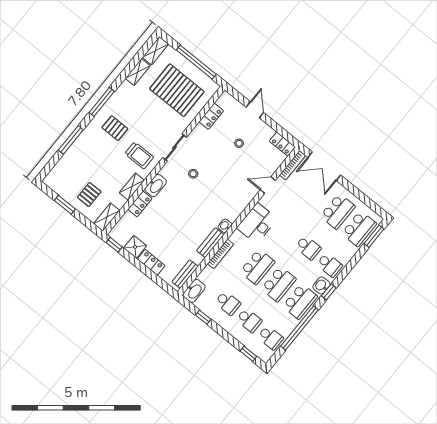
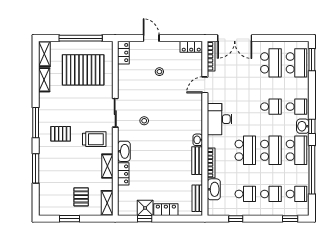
locker: (211, 116) -> (123, 53), moved
window: (114, 245) -> (145, 219), moved
washbasin: (194, 291) -> (214, 189), moved

